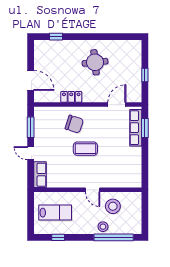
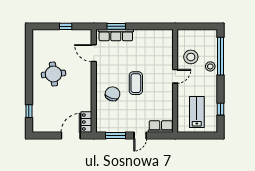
locker: (71, 97) -> (86, 122), moved

